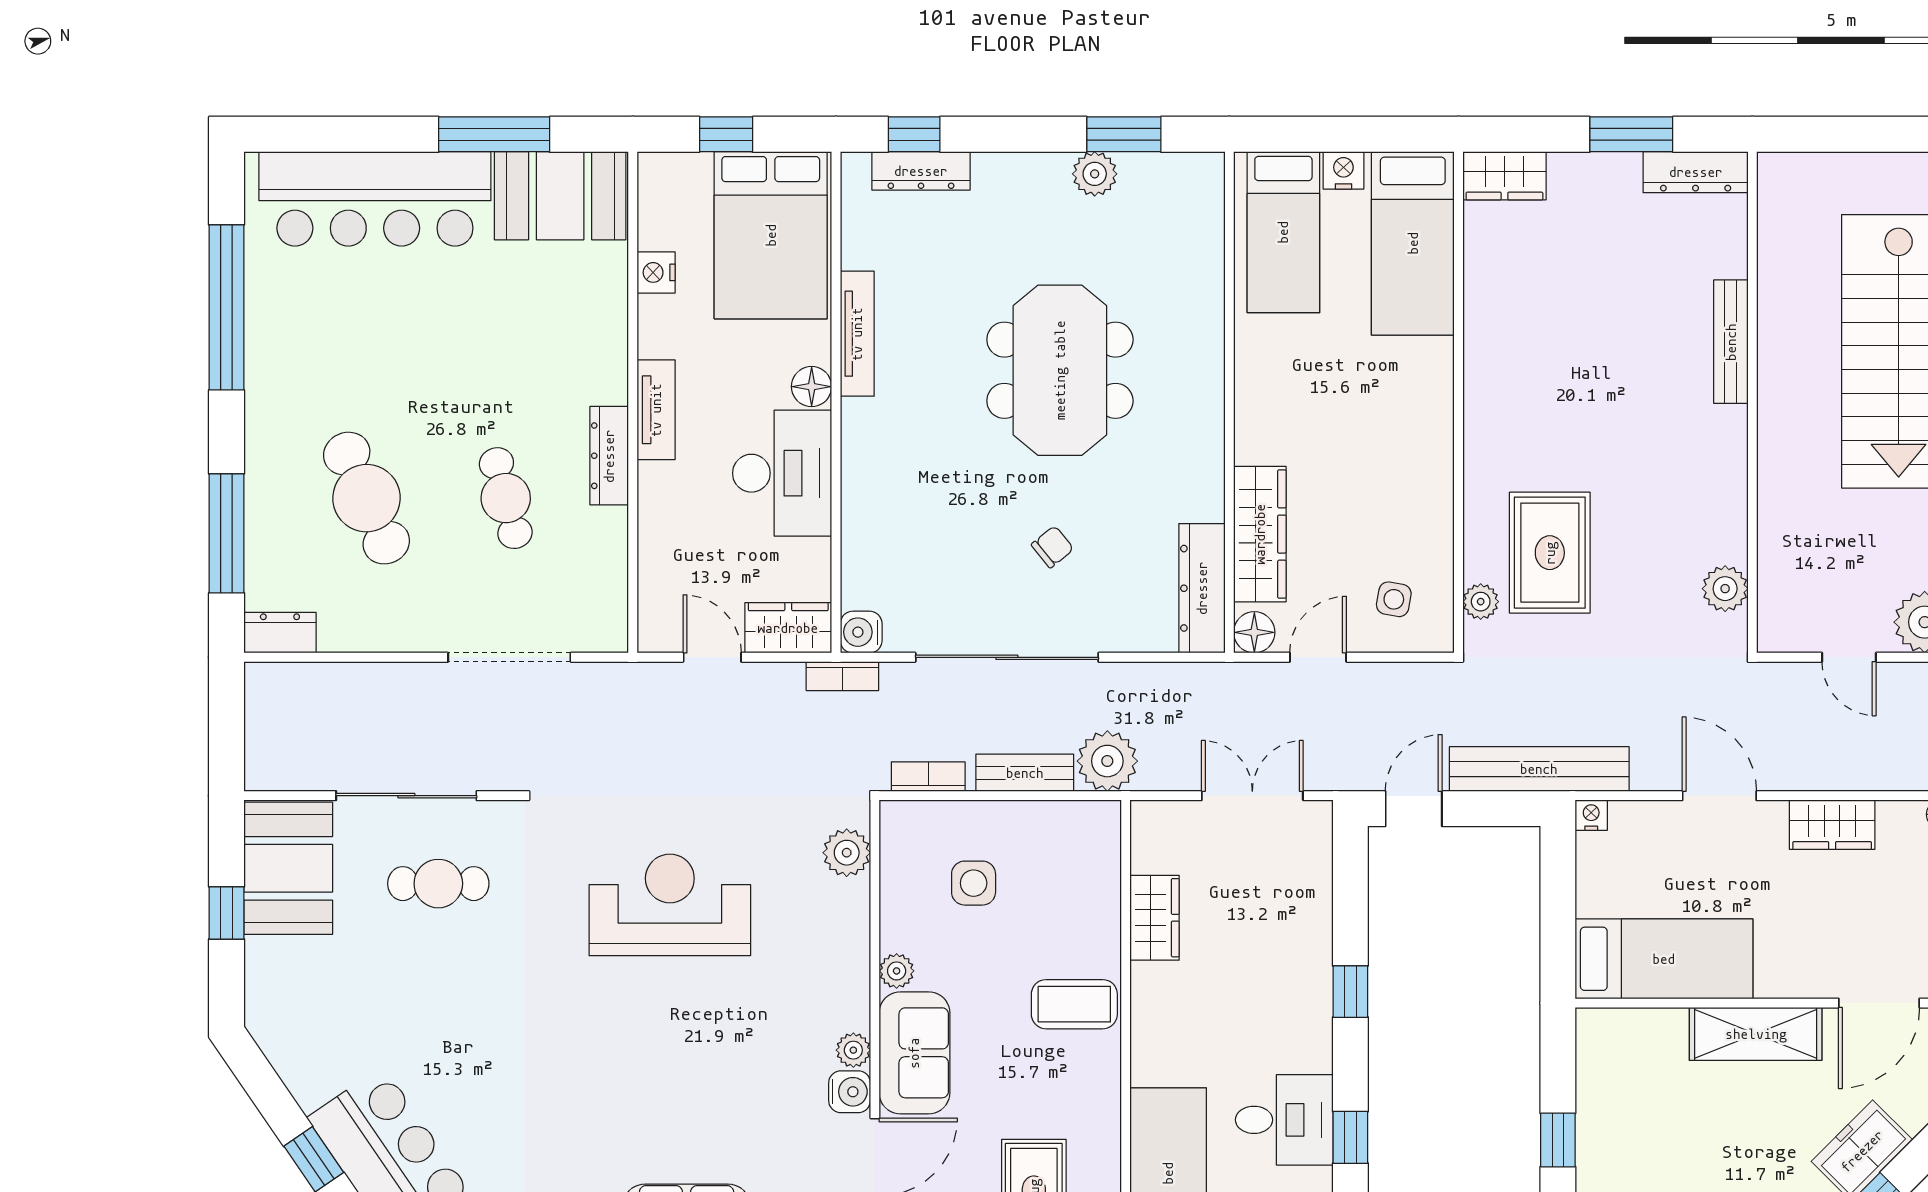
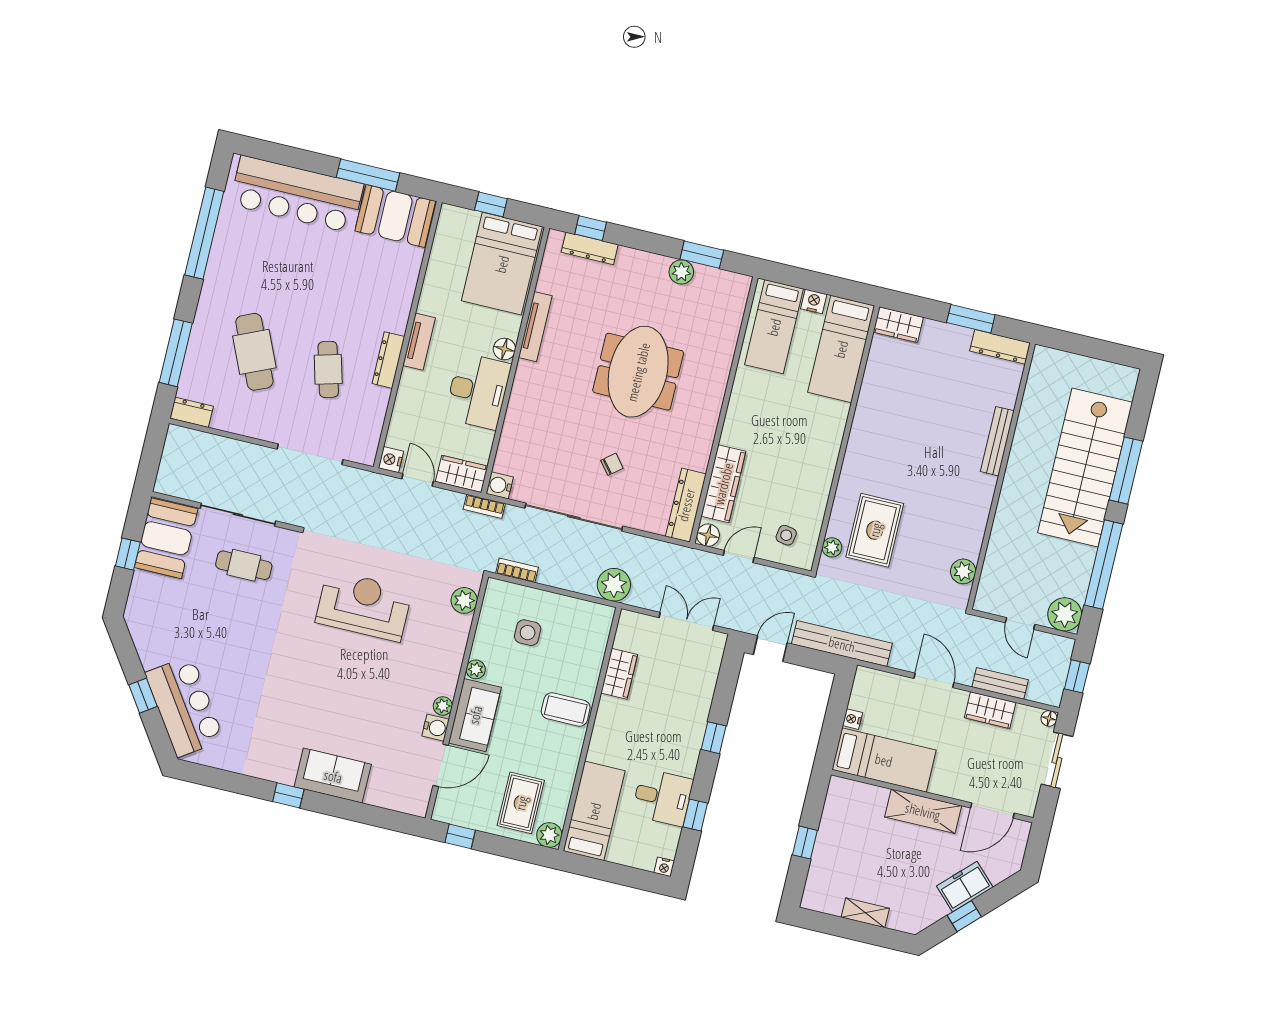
nightstand: (656, 272) -> (391, 460), moved
bench: (1025, 773) -> (1000, 683), moved
nightstand: (1591, 815) -> (852, 719), moved, turned -90

